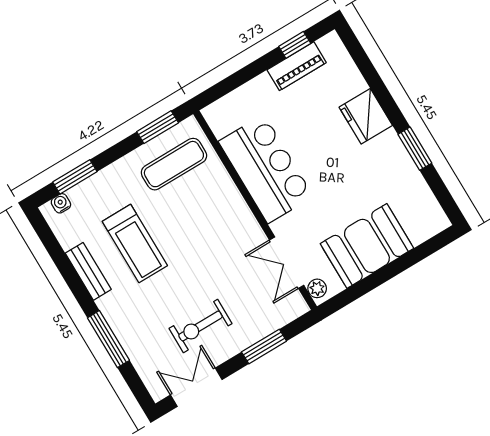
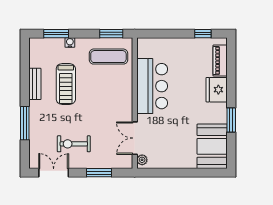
piano: (297, 66) -> (220, 61), moved, turned 90
water cooler: (61, 203) -> (70, 43), moved
booth: (367, 246) -> (212, 146), moved, turned 90

